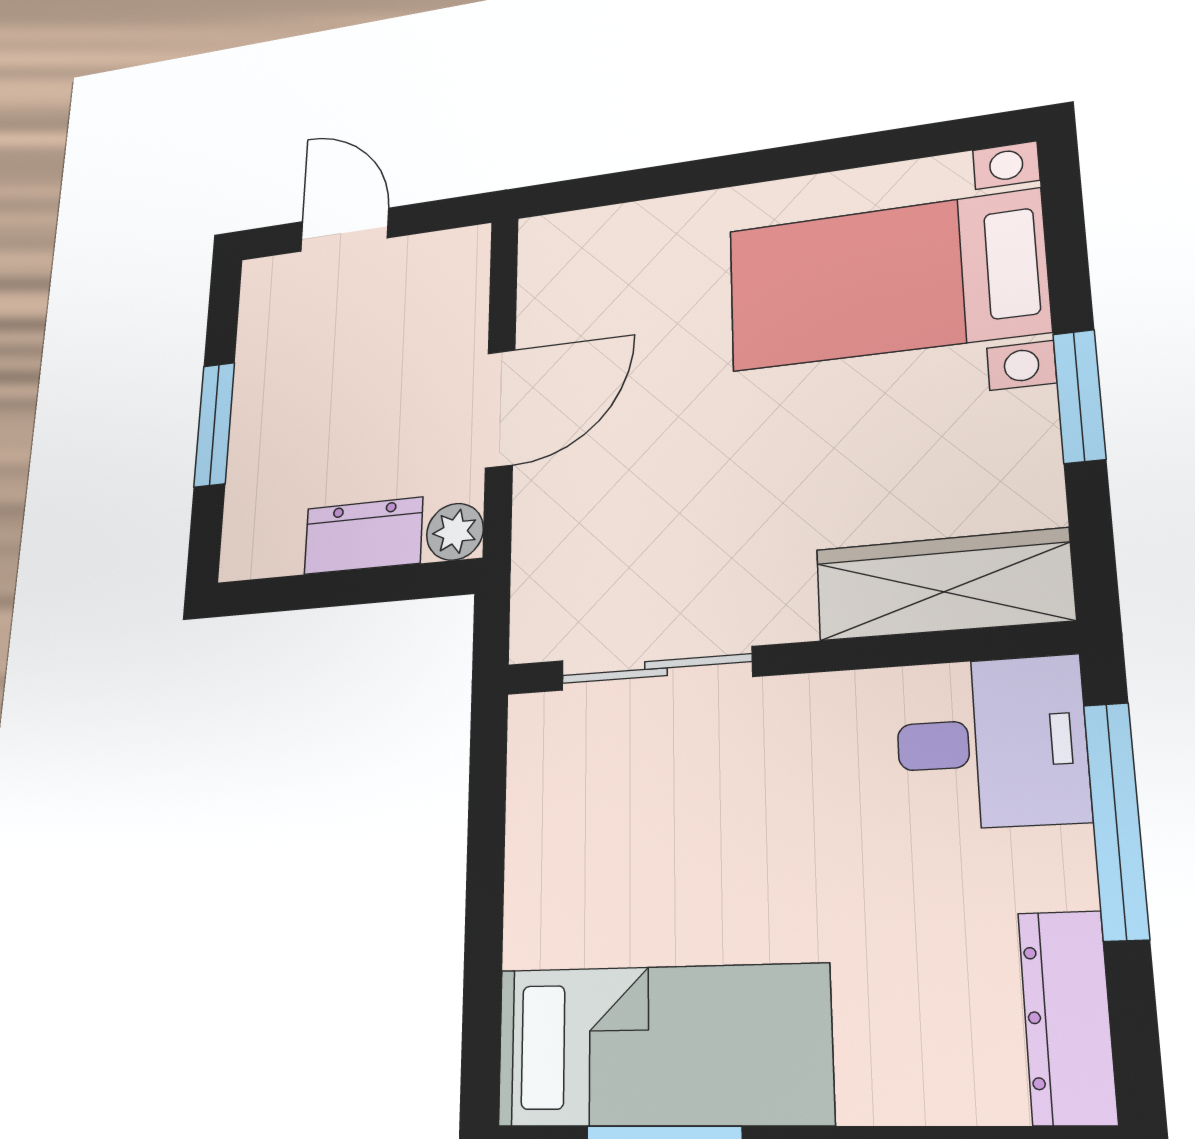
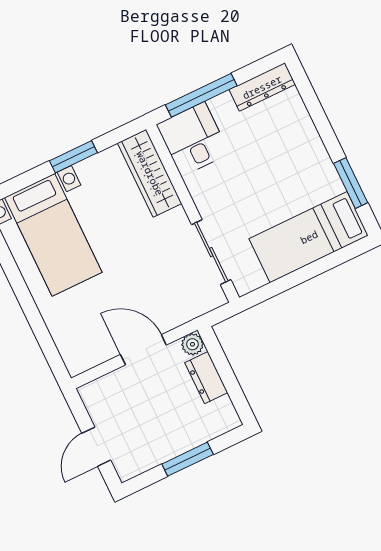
bed: (662, 1046) -> (309, 237), moved, turned -90

